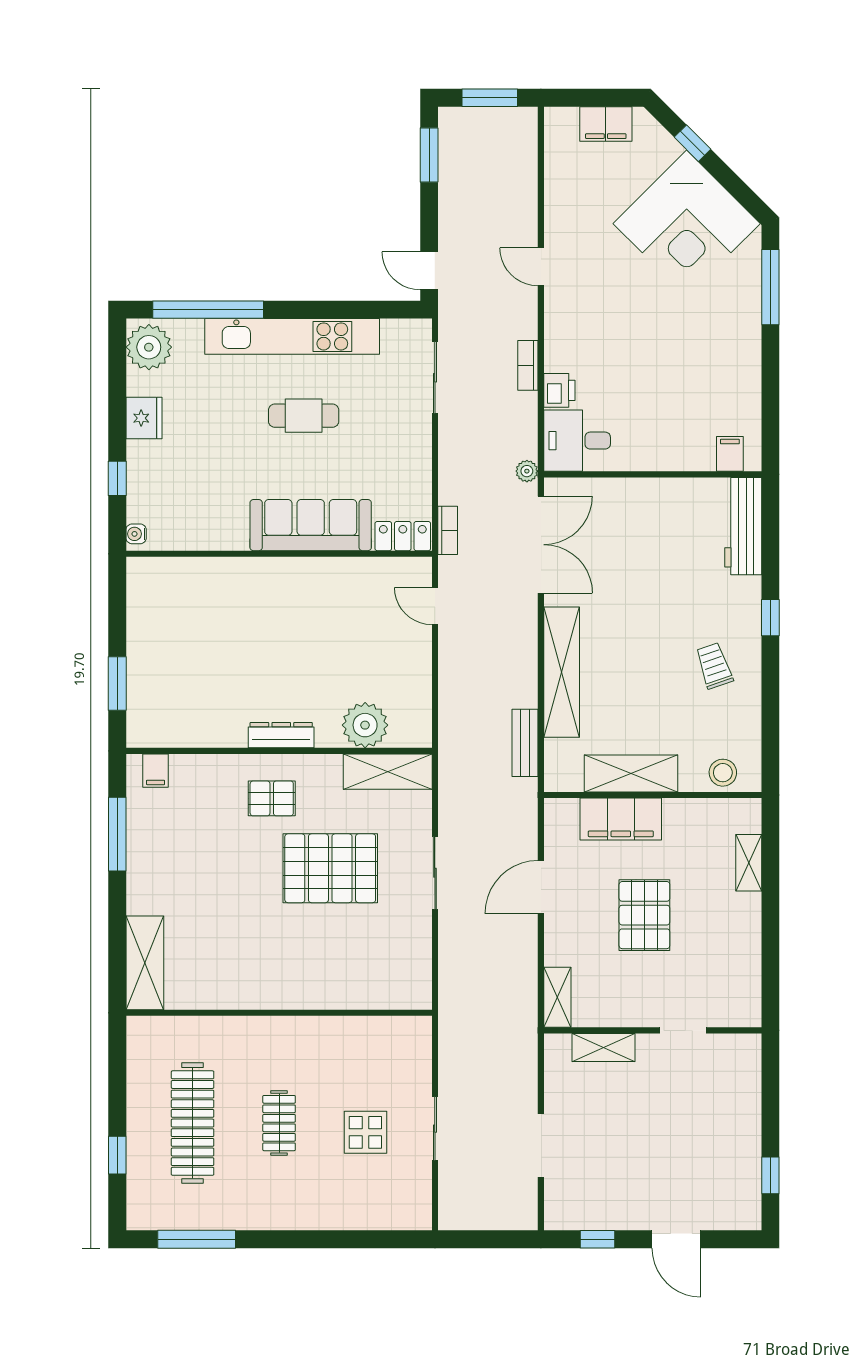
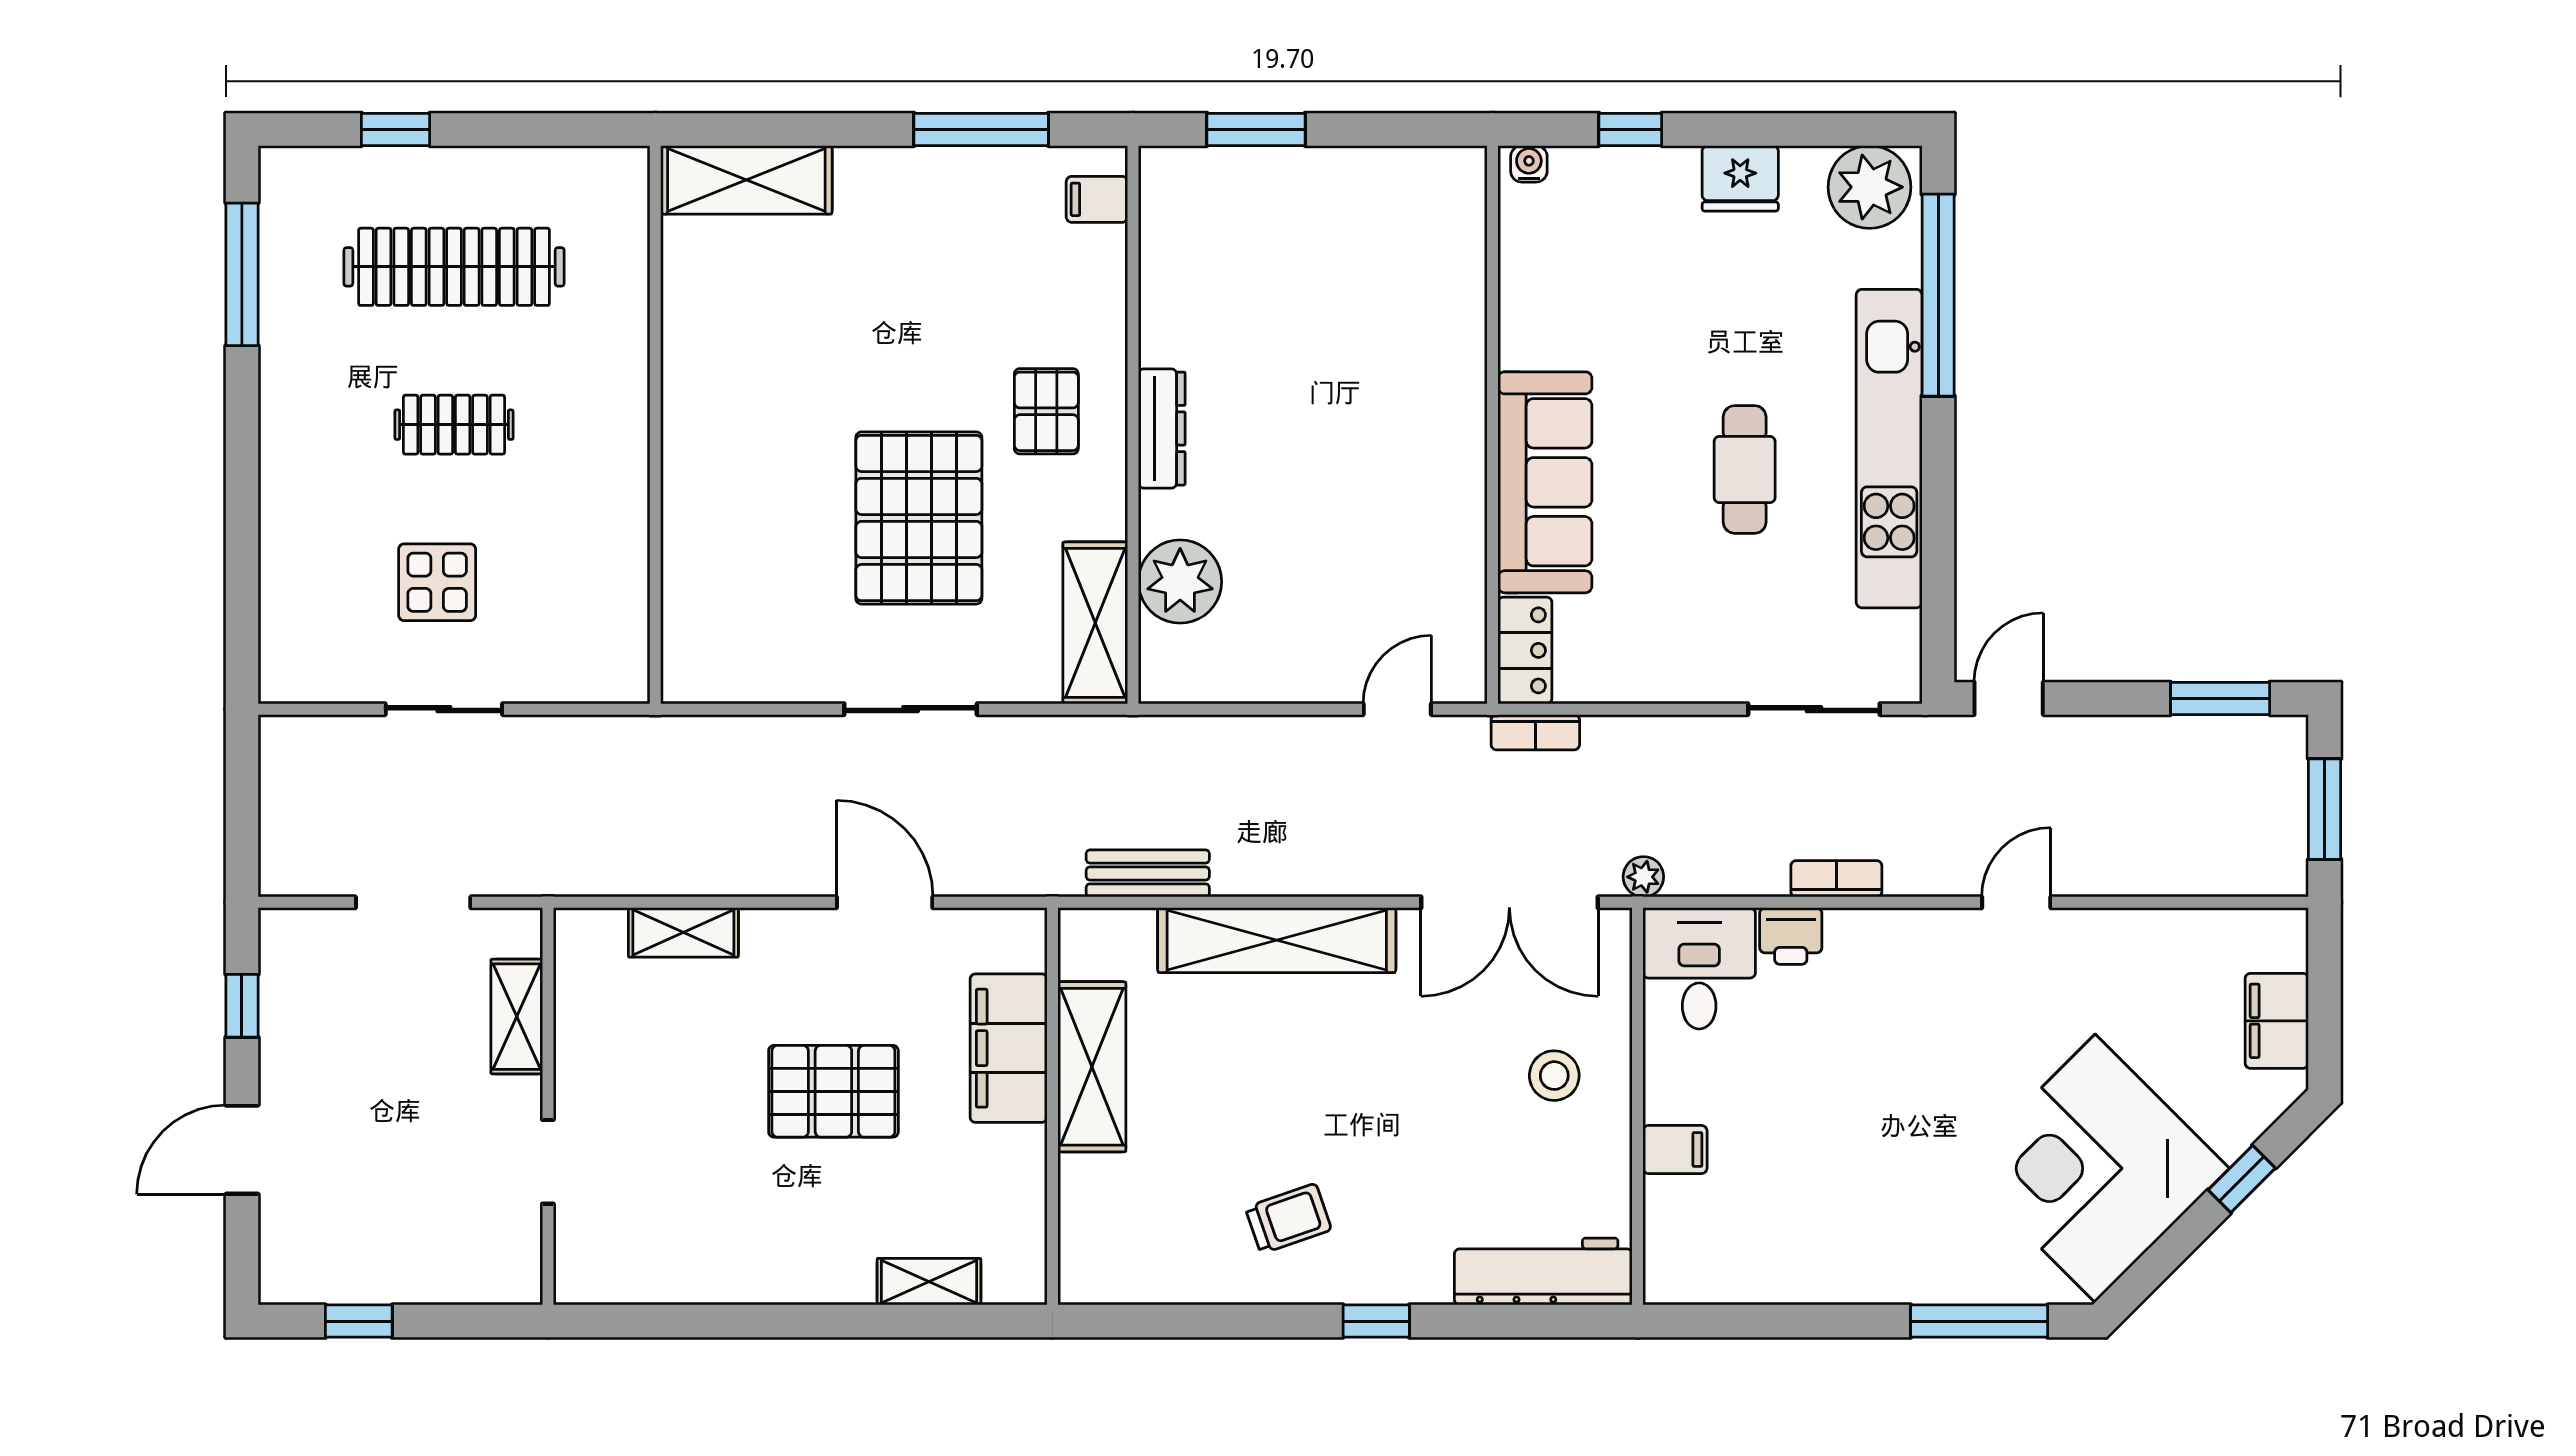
filing cabinet: (730, 454) -> (1675, 1149), moved
stool: (723, 773) -> (1554, 1076), moved
wall: (653, 1030) -> (548, 1106), moved
doorway: (683, 1030) -> (548, 1162), moved
shelving: (603, 1047) -> (517, 1017), moved

